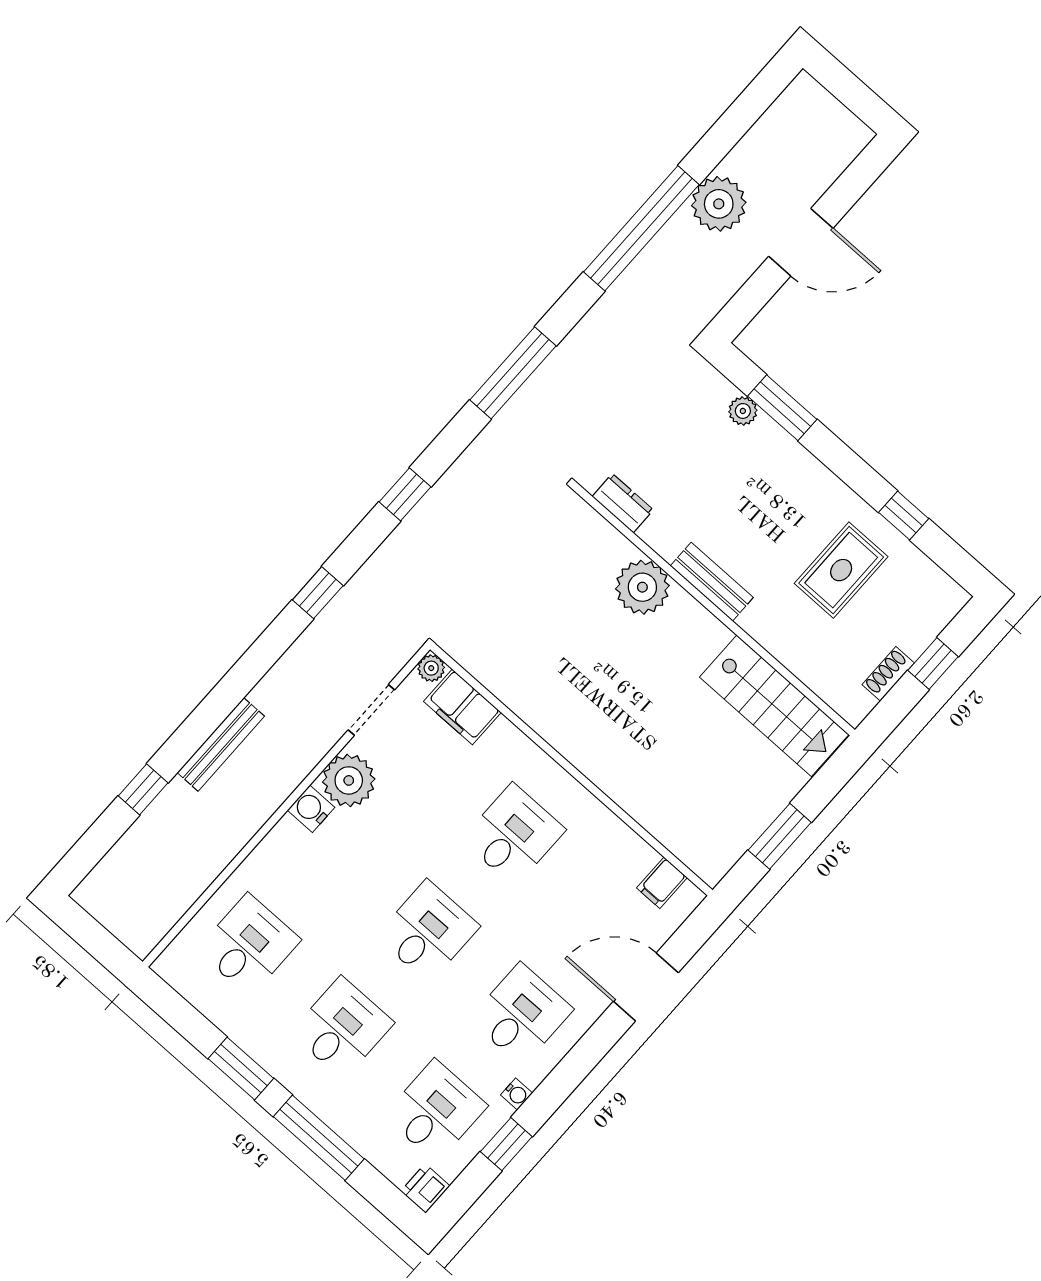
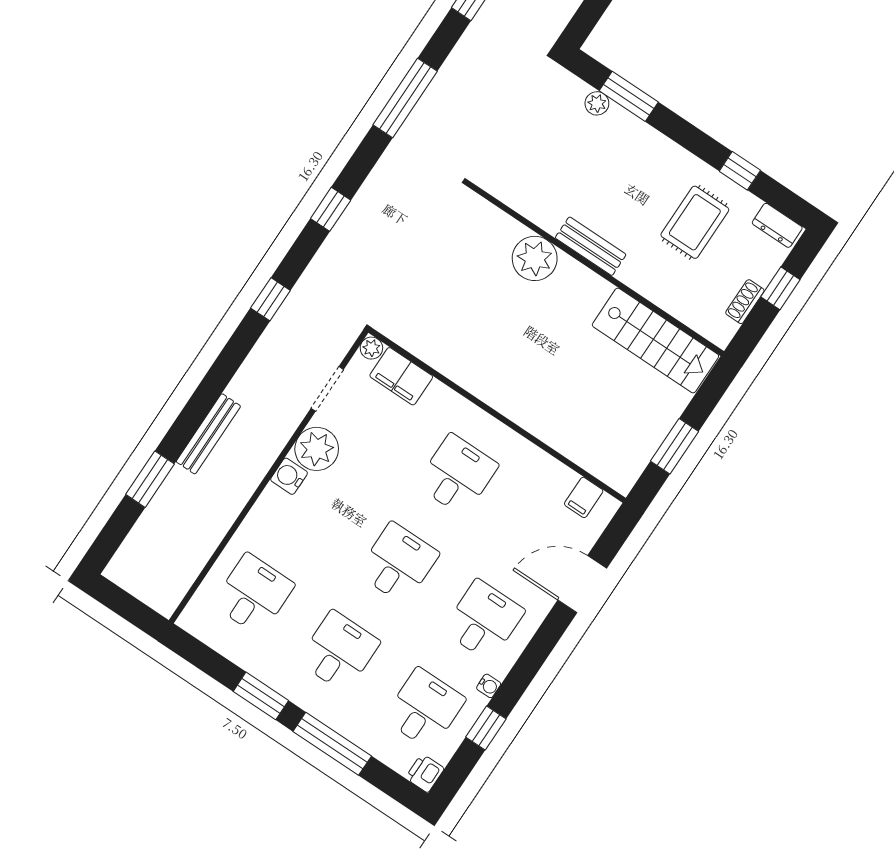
dresser: (623, 503) -> (777, 225), moved, turned 180
window: (143, 789) -> (150, 479), width x1.50

